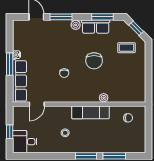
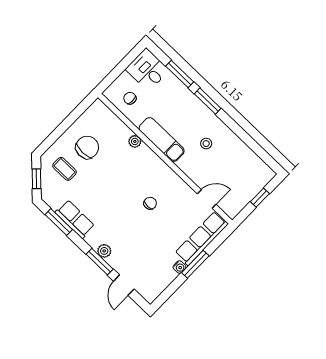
plant: (76, 25) -> (104, 251), moved
chair: (94, 61) -> (87, 147), moved
desk: (25, 142) -> (147, 70), moved, turned 180

